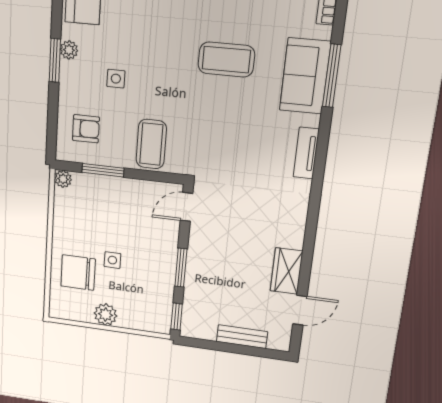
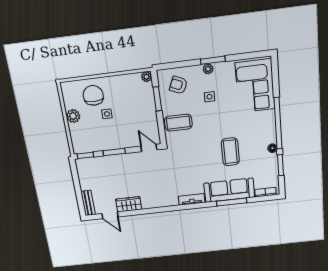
plant: (69, 50) -> (208, 69), moved
sofa: (305, 76) -> (229, 190), width x1.36
armchair: (86, 129) -> (178, 85), turned 113
bench: (242, 337) -> (88, 203), moved

